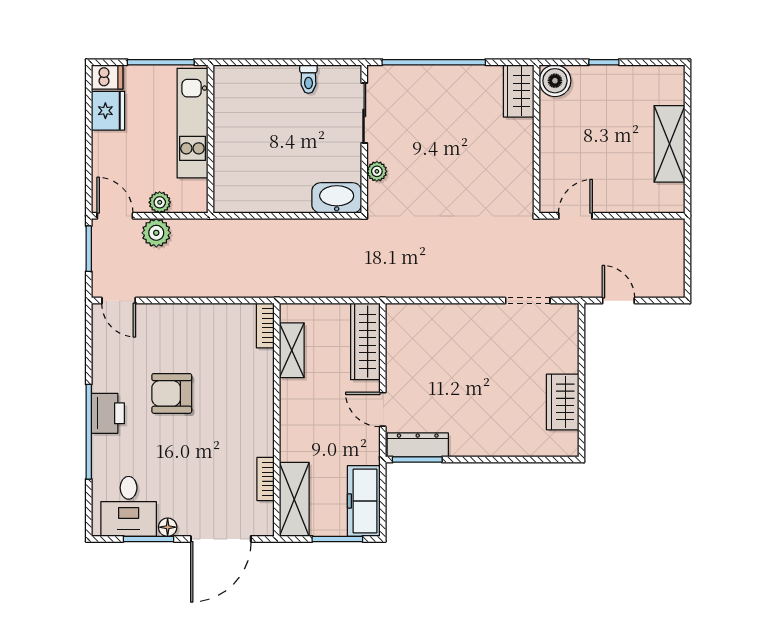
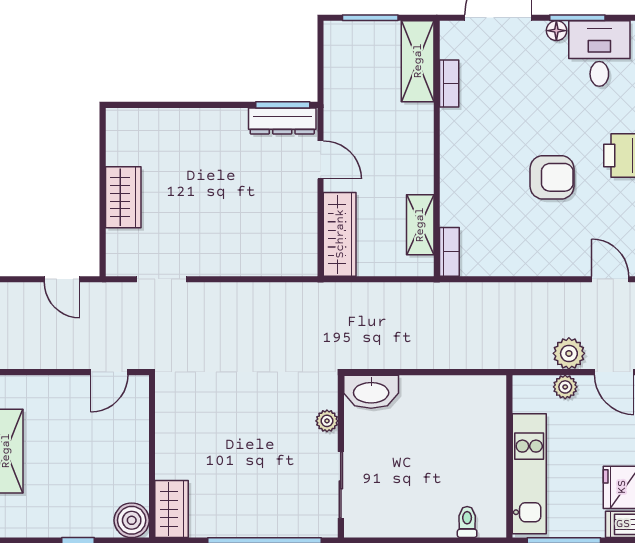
toilet: (308, 79) -> (467, 522), moved
wardrobe: (563, 402) -> (123, 197), moved
freezer: (364, 501) -> (341, 59), removed

